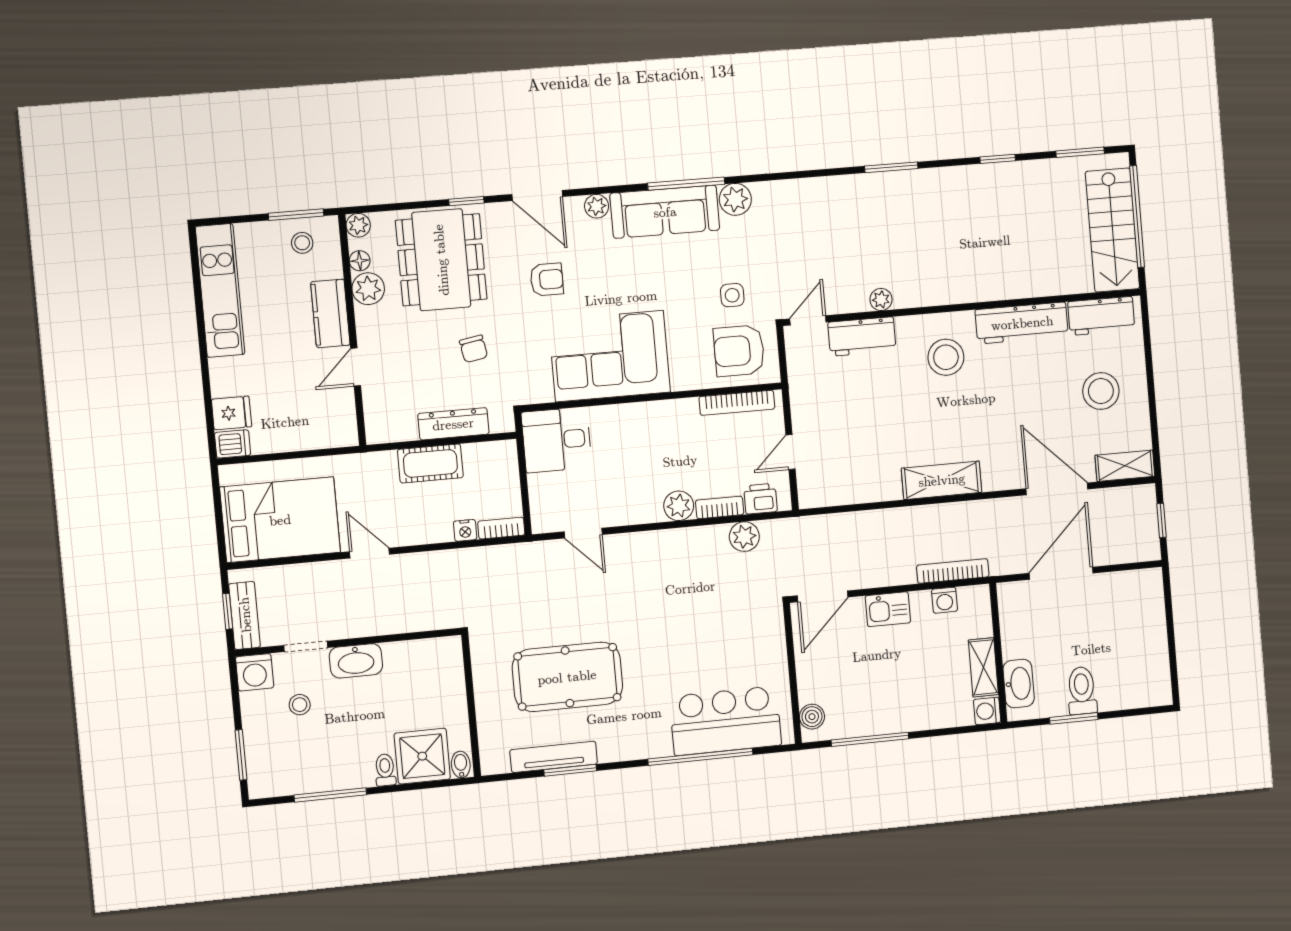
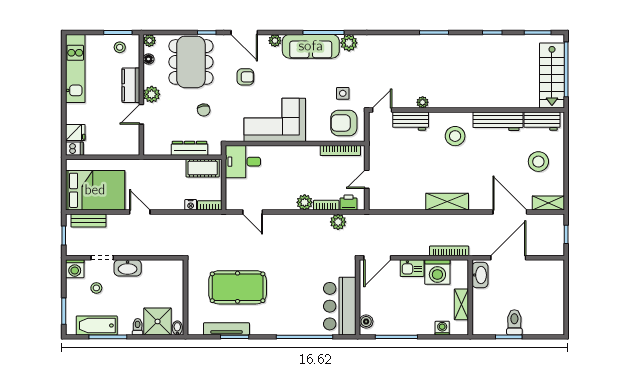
plant: (368, 289) -> (152, 94), moved
cot: (430, 463) -> (203, 168), moved
washing machine: (945, 600) -> (437, 272), width x1.89, depth x1.89
bench: (245, 615) -> (88, 221), moved, turned 90
washbasin: (1019, 684) -> (480, 275), moved
washing machine: (987, 711) -> (442, 328), moved, turned 90
bar counter: (726, 721) -> (340, 306), moved, turned -90
bathtub: (307, 776) -> (97, 325), added

